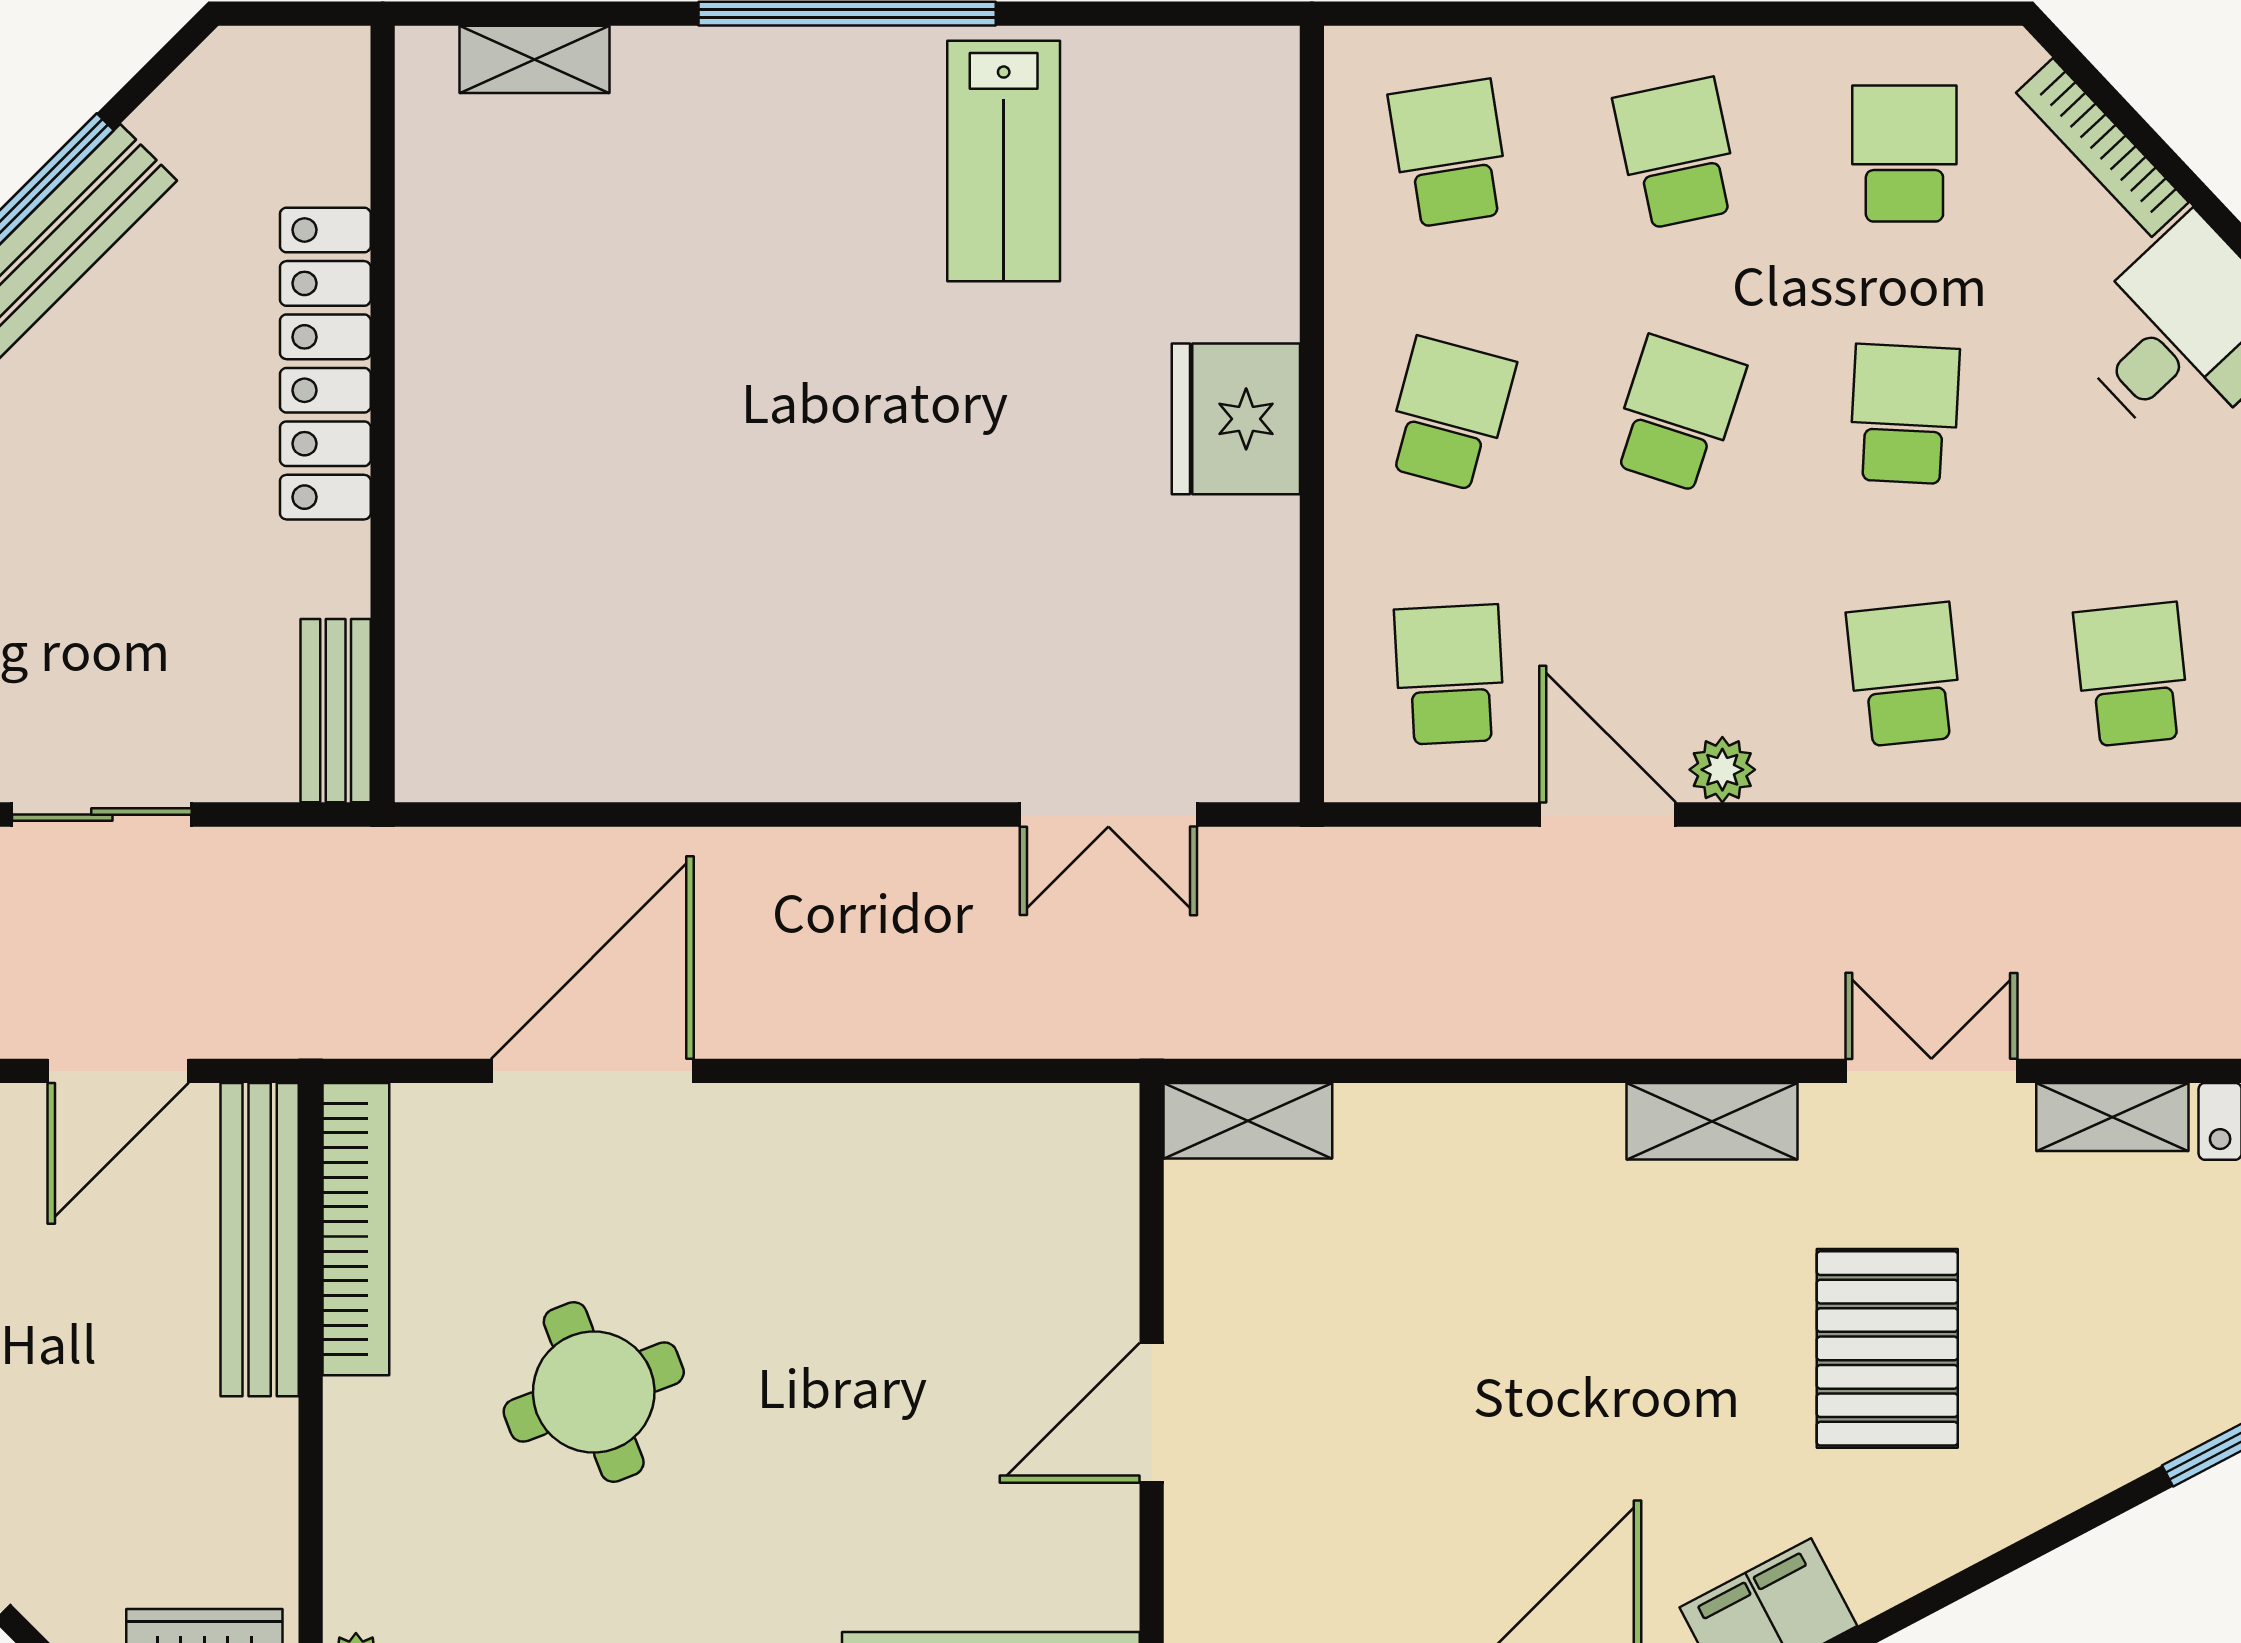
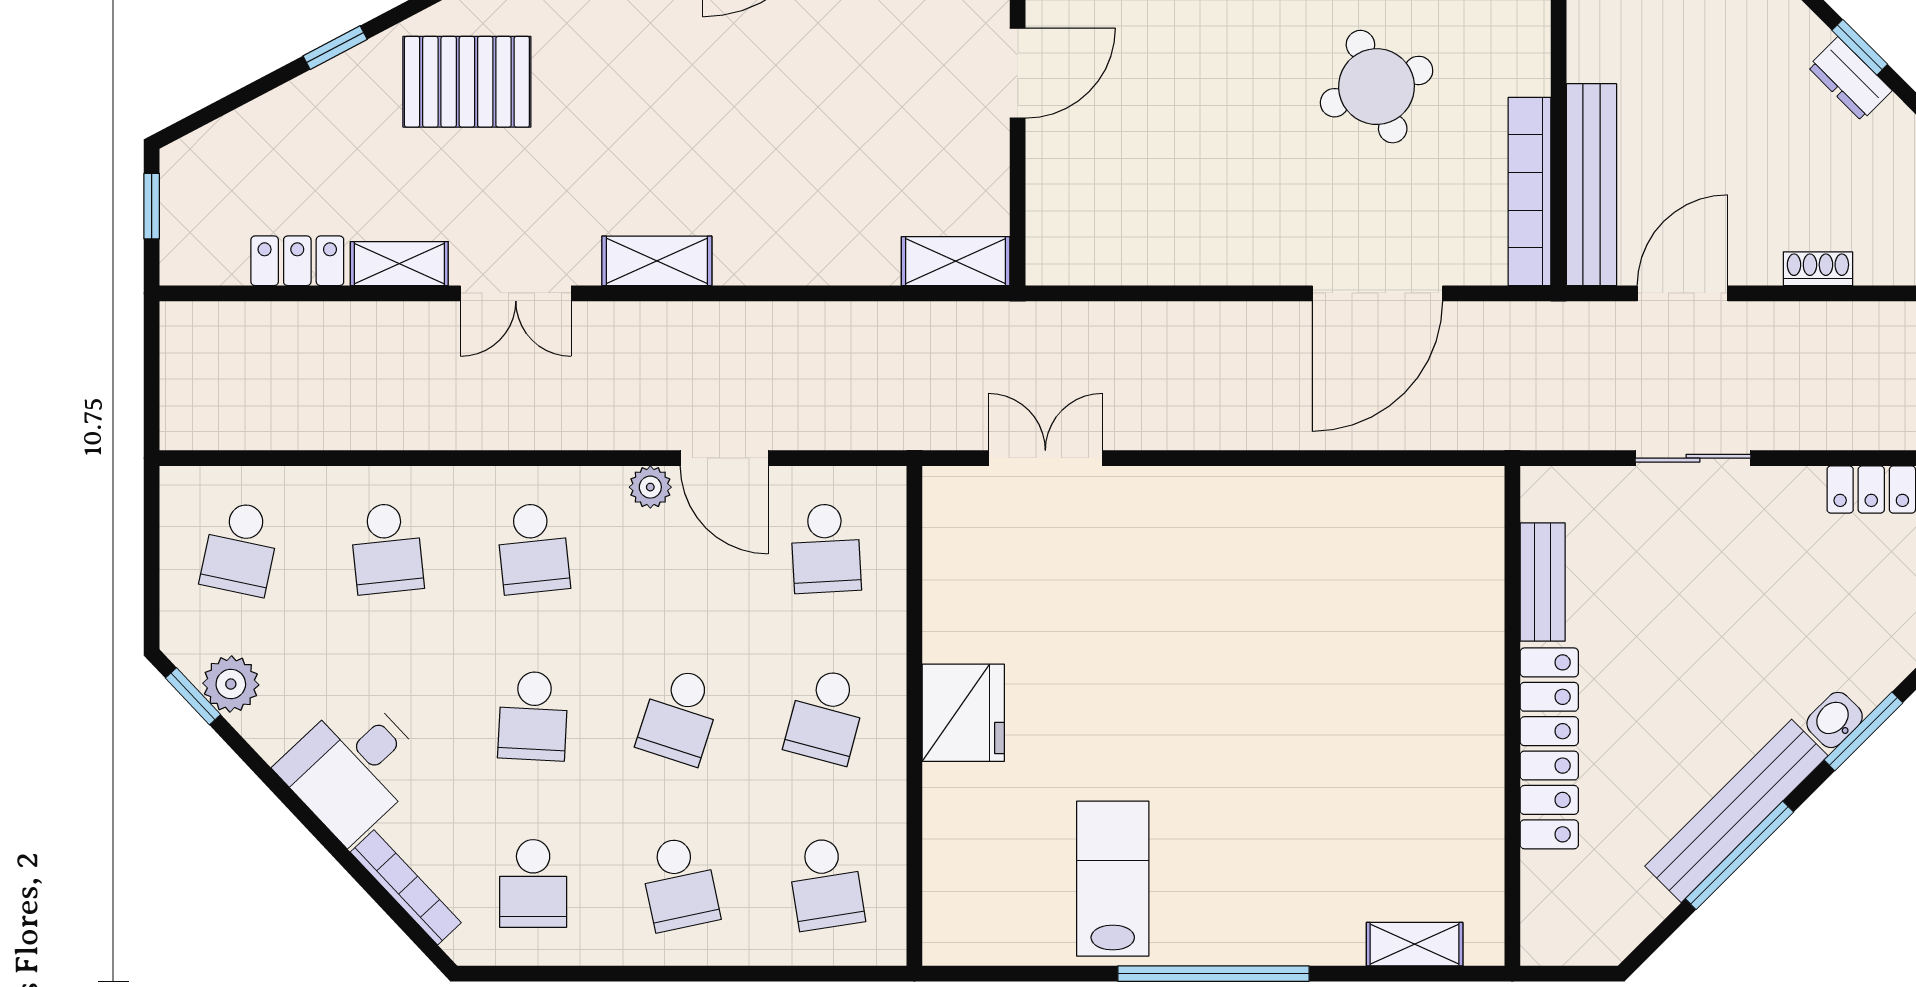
bench: (336, 711) -> (1543, 582), moved
pallet: (1887, 1348) -> (467, 82), moved, turned 90

